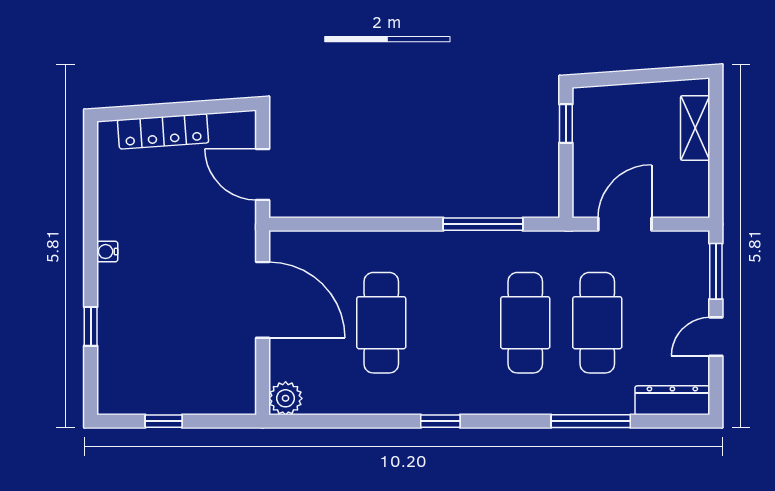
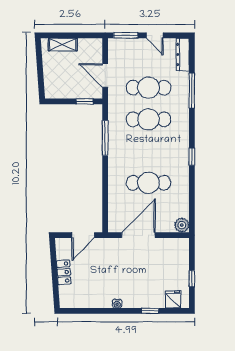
window: (566, 124) -> (85, 101), moved
locker: (163, 131) -> (64, 272), width x0.66
fridge: (117, 379) -> (173, 299), added

